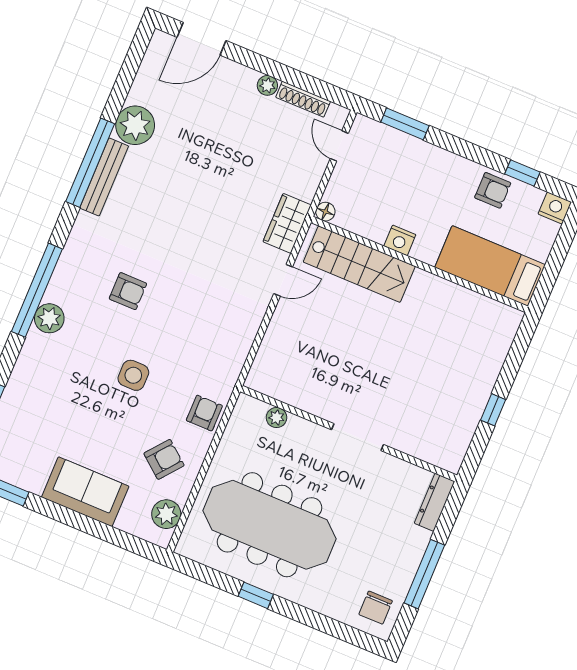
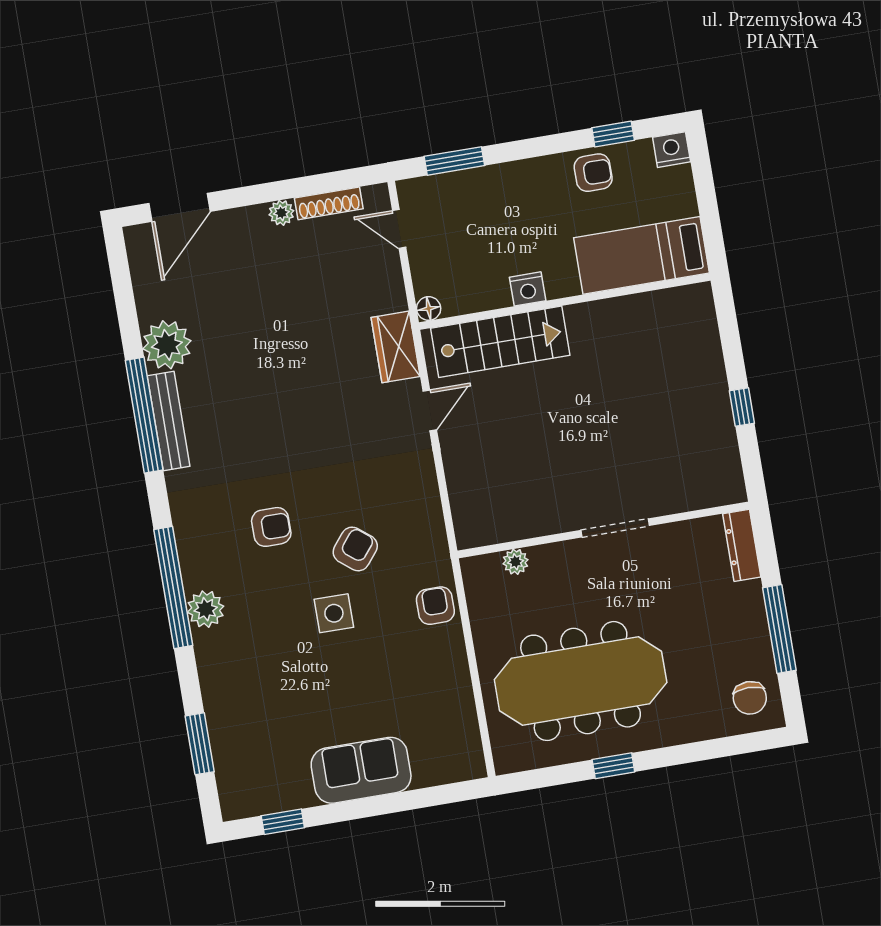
armchair: (164, 459) -> (355, 549), moved
plant: (166, 514) -> (463, 739), removed

